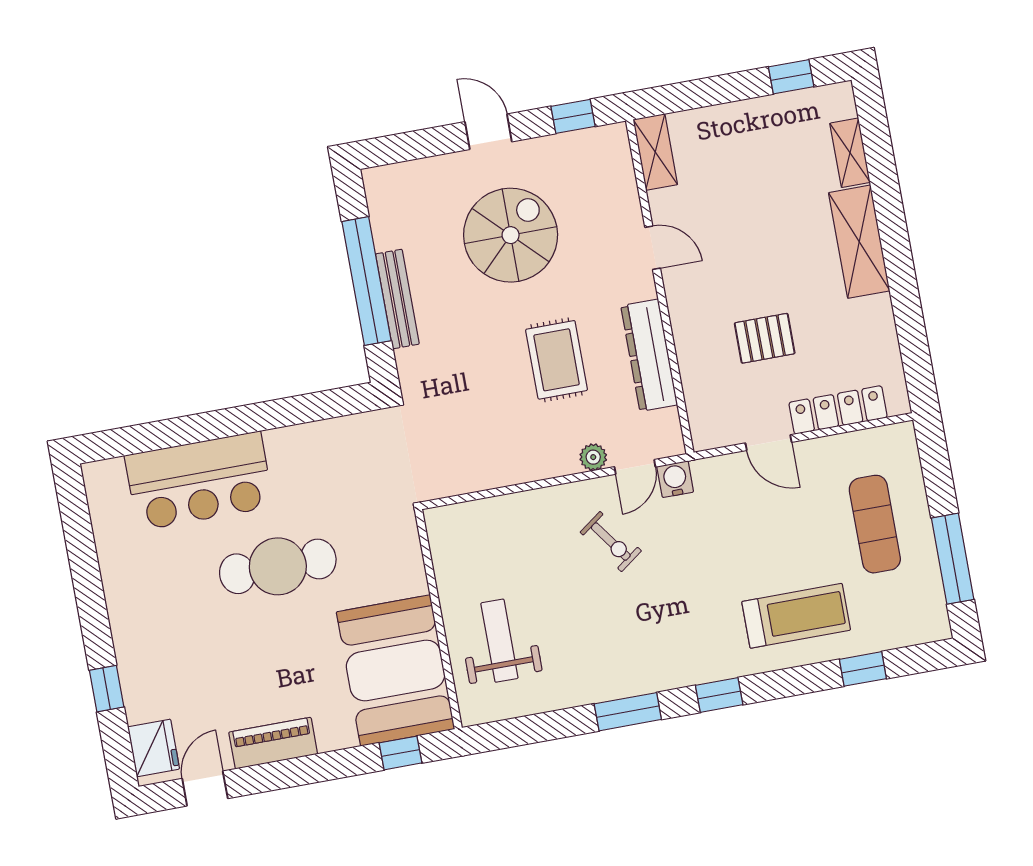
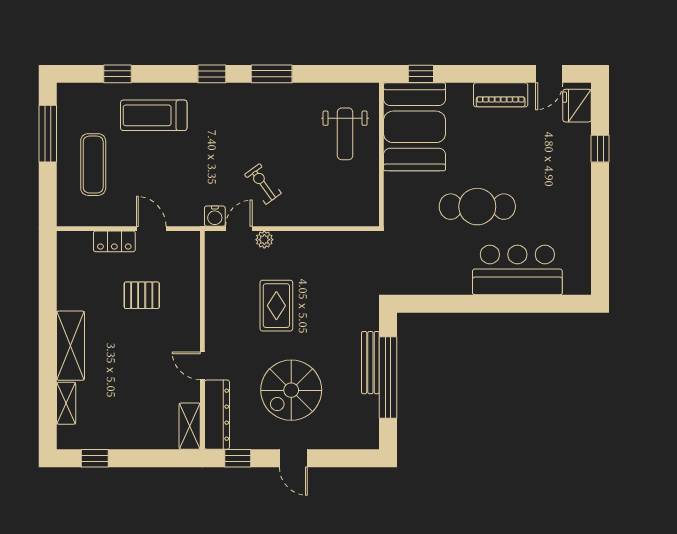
dresser: (649, 355) -> (217, 415), moved
locker: (838, 410) -> (114, 241), width x0.66

